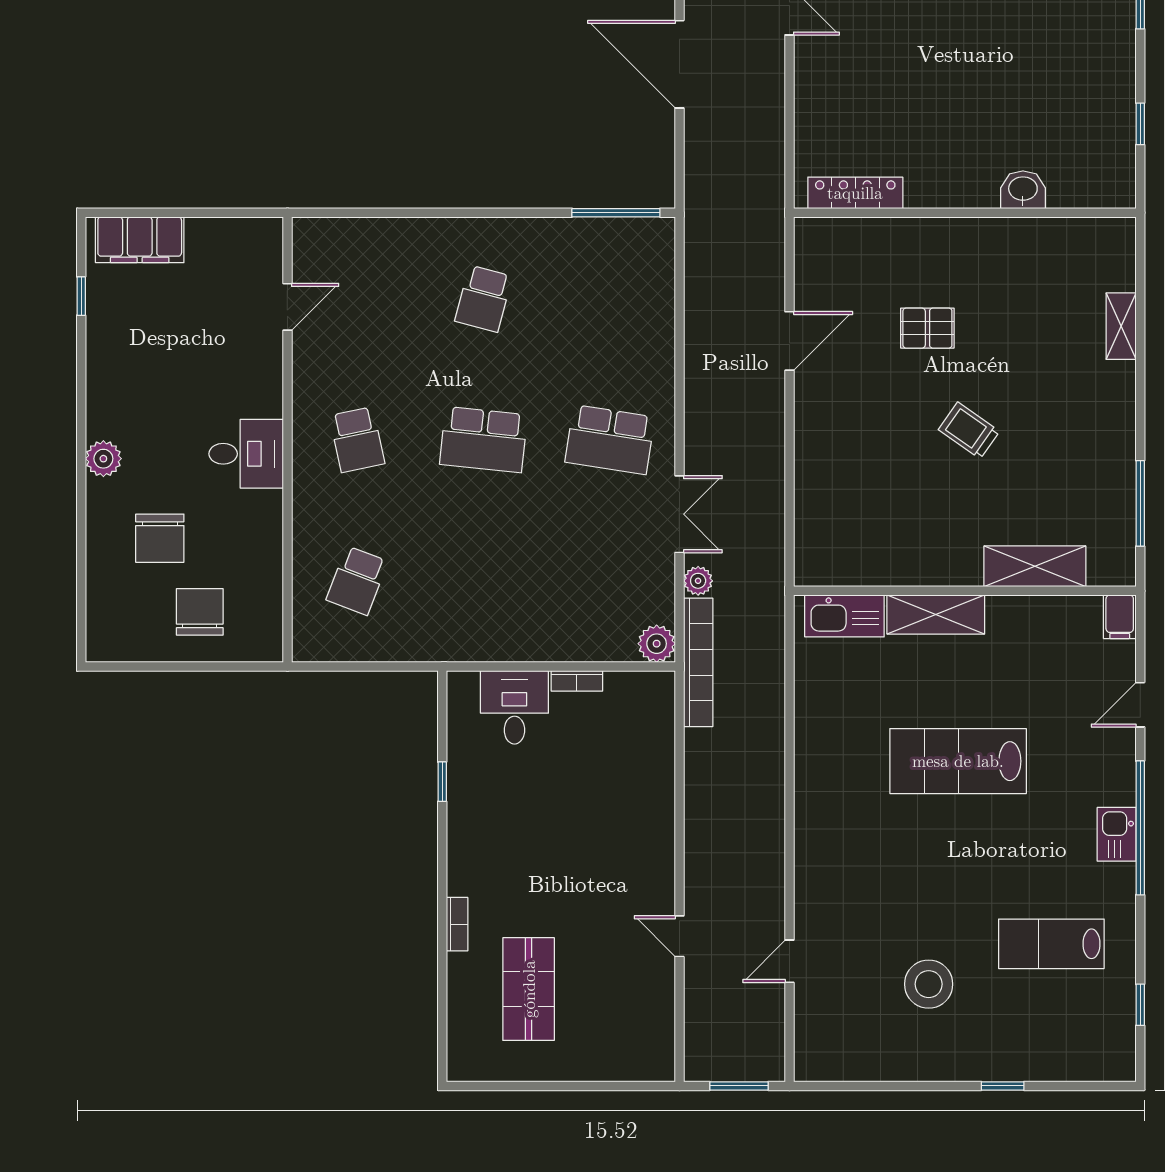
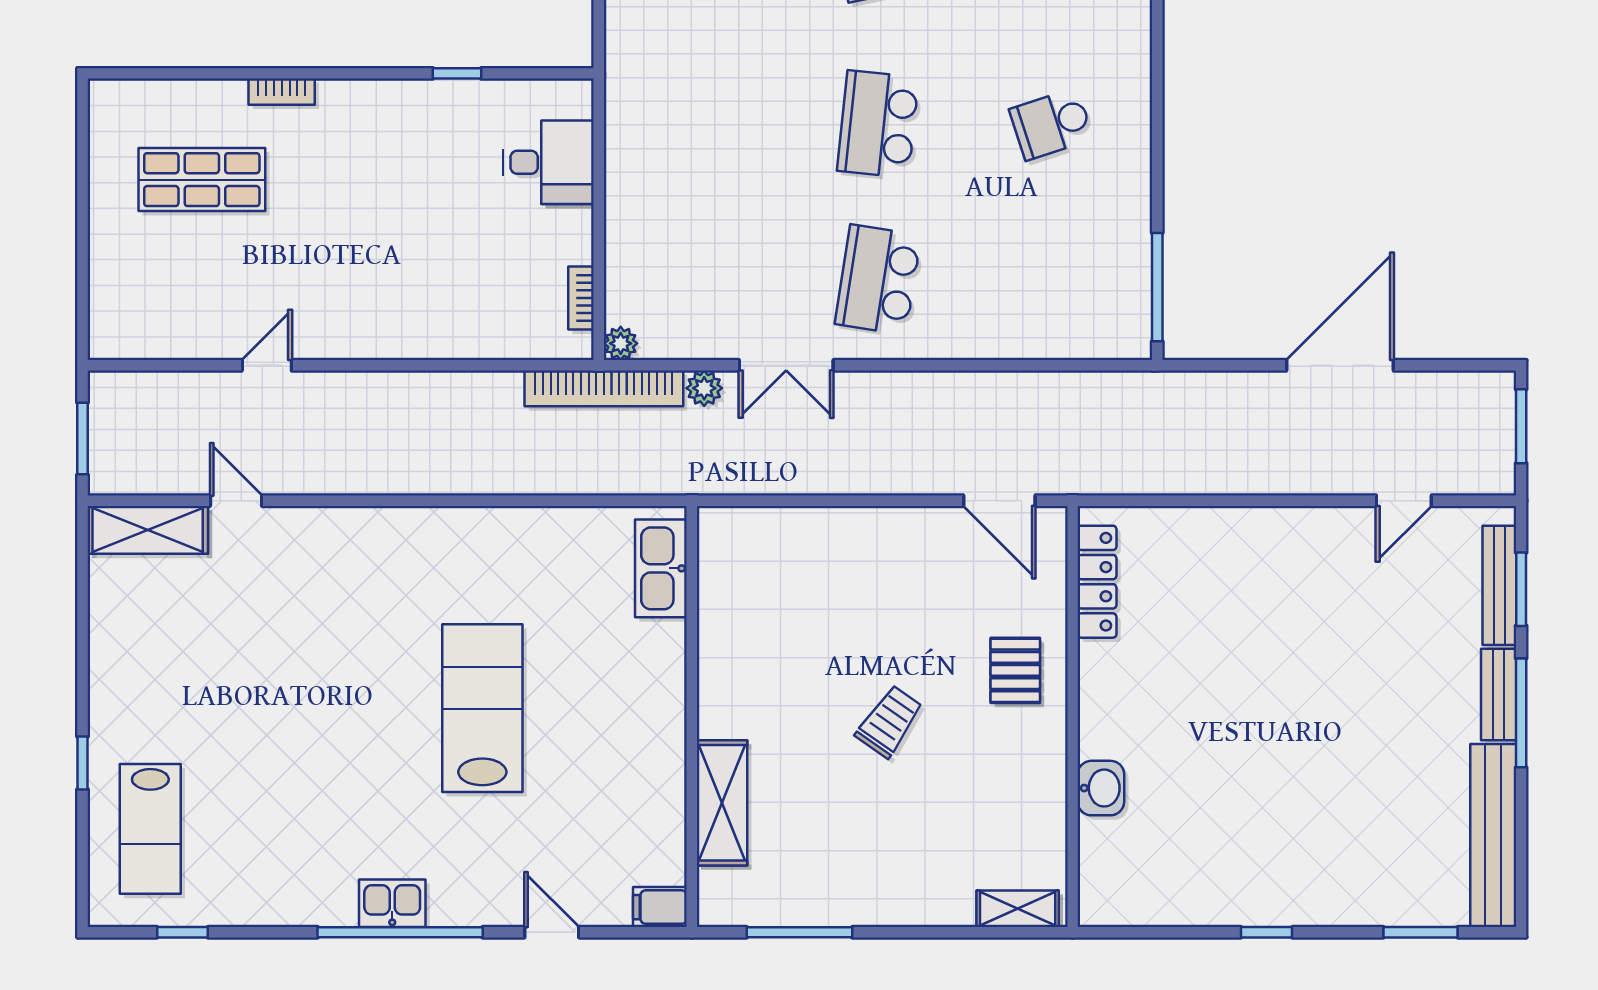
washbasin: (1023, 190) -> (1101, 788), moved
locker: (855, 193) -> (1097, 582), moved
wall: (965, 213) -> (1073, 716), moved
school desk: (483, 299) -> (1051, 124), turned -33
shelving: (936, 615) -> (148, 530), moved, turned 90
plant: (657, 644) -> (621, 343), width x0.73, depth x0.73
bookcase: (577, 681) -> (581, 298), moved
lab bench: (1051, 944) -> (150, 829), moved, turned 180
stool: (929, 984) -> (208, 672), removed

